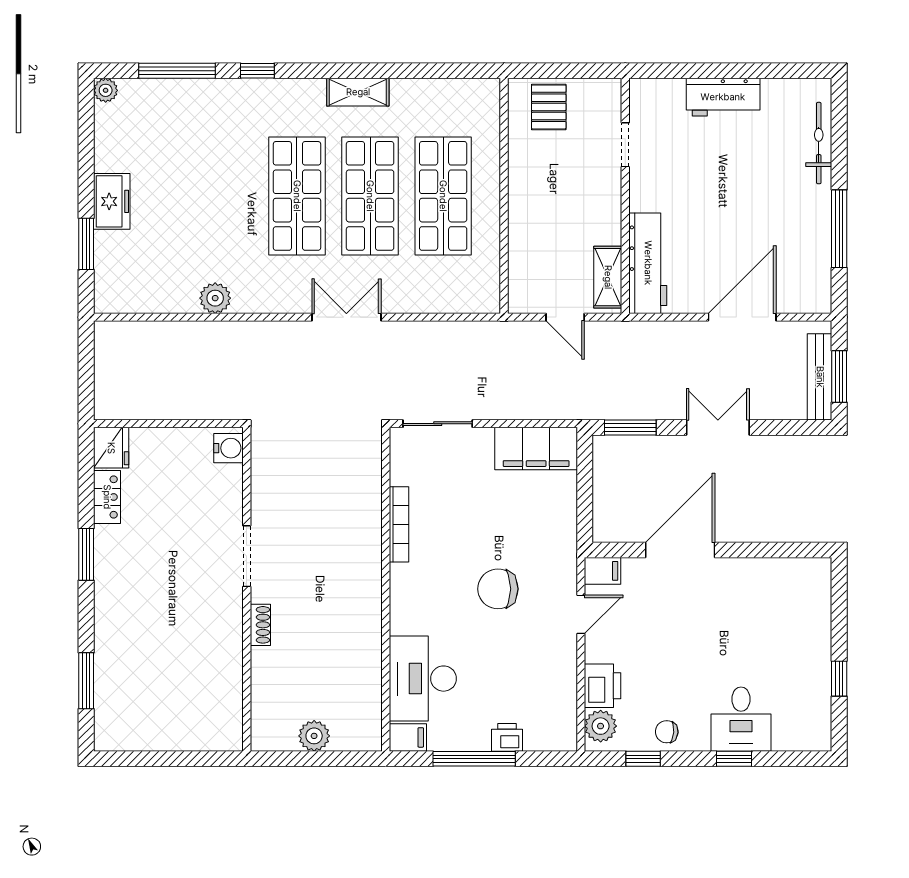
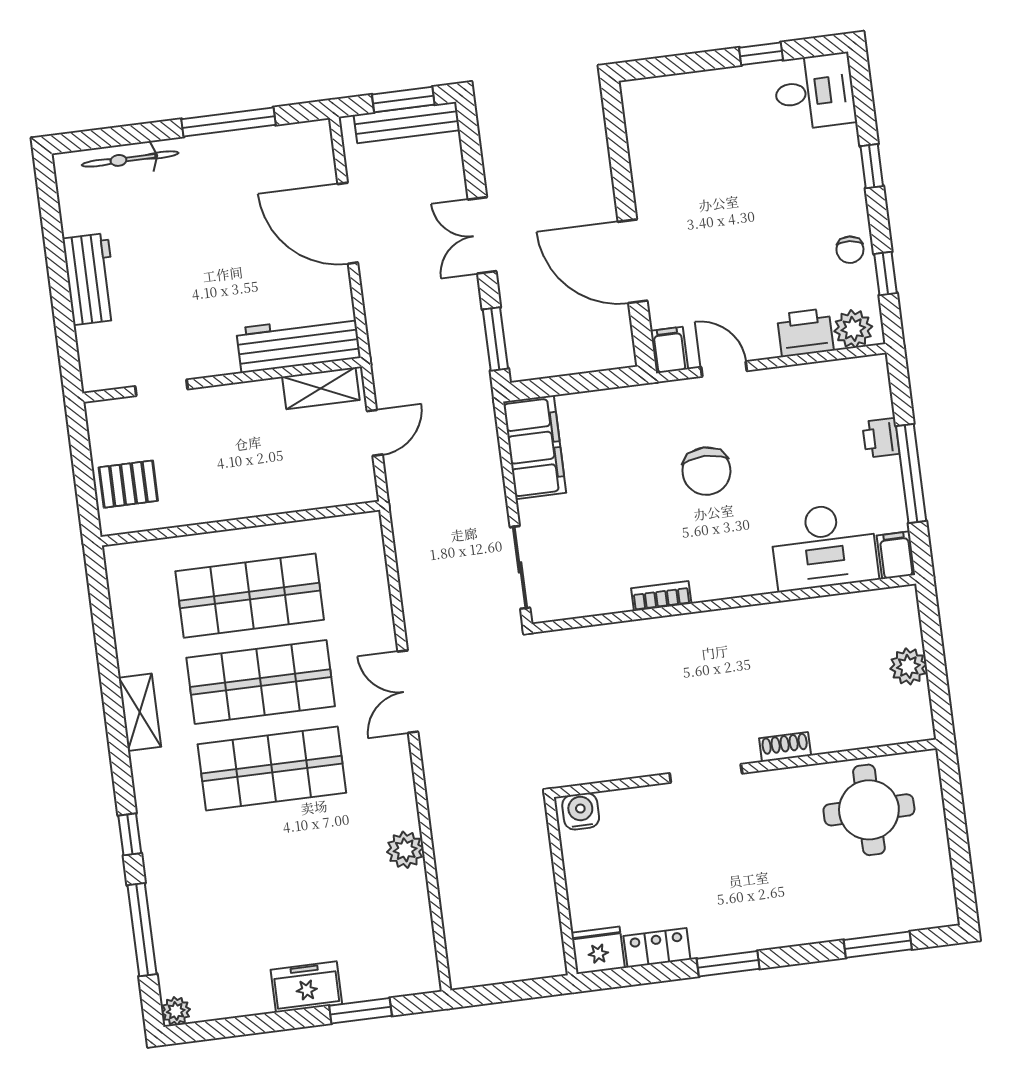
bookcase: (399, 524) -> (661, 596), width x0.64
round table: (199, 688) -> (869, 810), added
desk: (741, 719) -> (814, 92), moved

